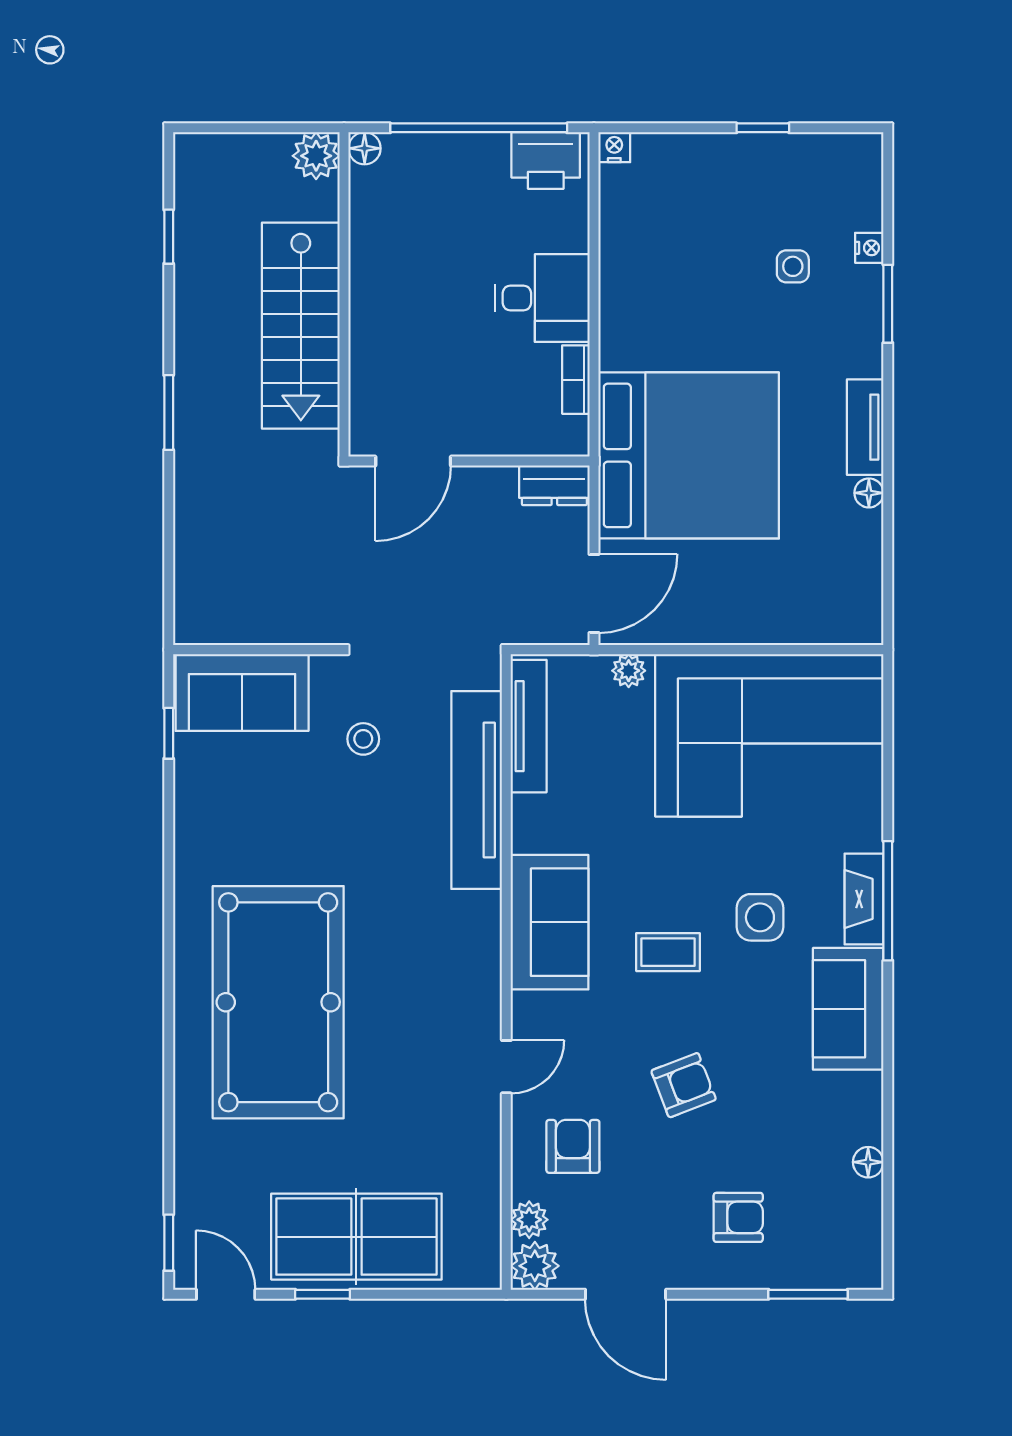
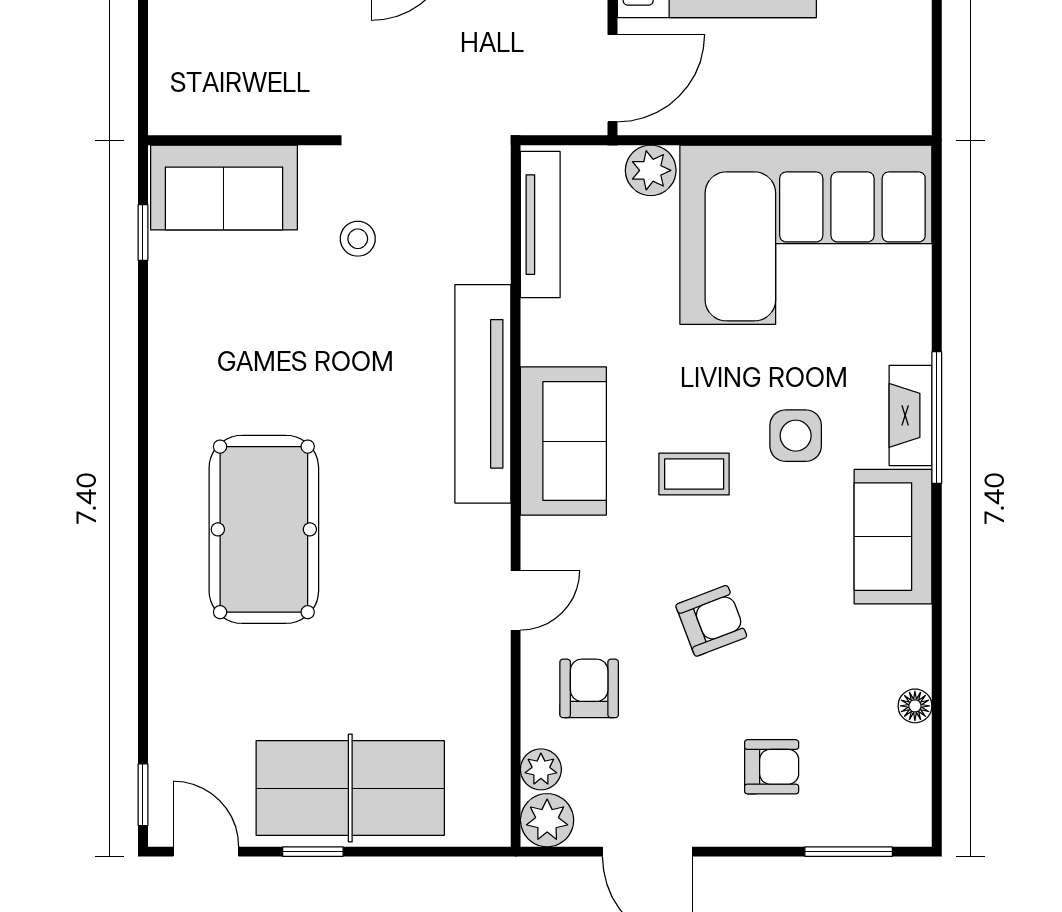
plant: (629, 671) -> (651, 170), width x1.38, depth x1.38
tv unit: (477, 790) -> (483, 394), moved
pool table: (278, 1002) -> (264, 529), width x0.73, depth x0.76

